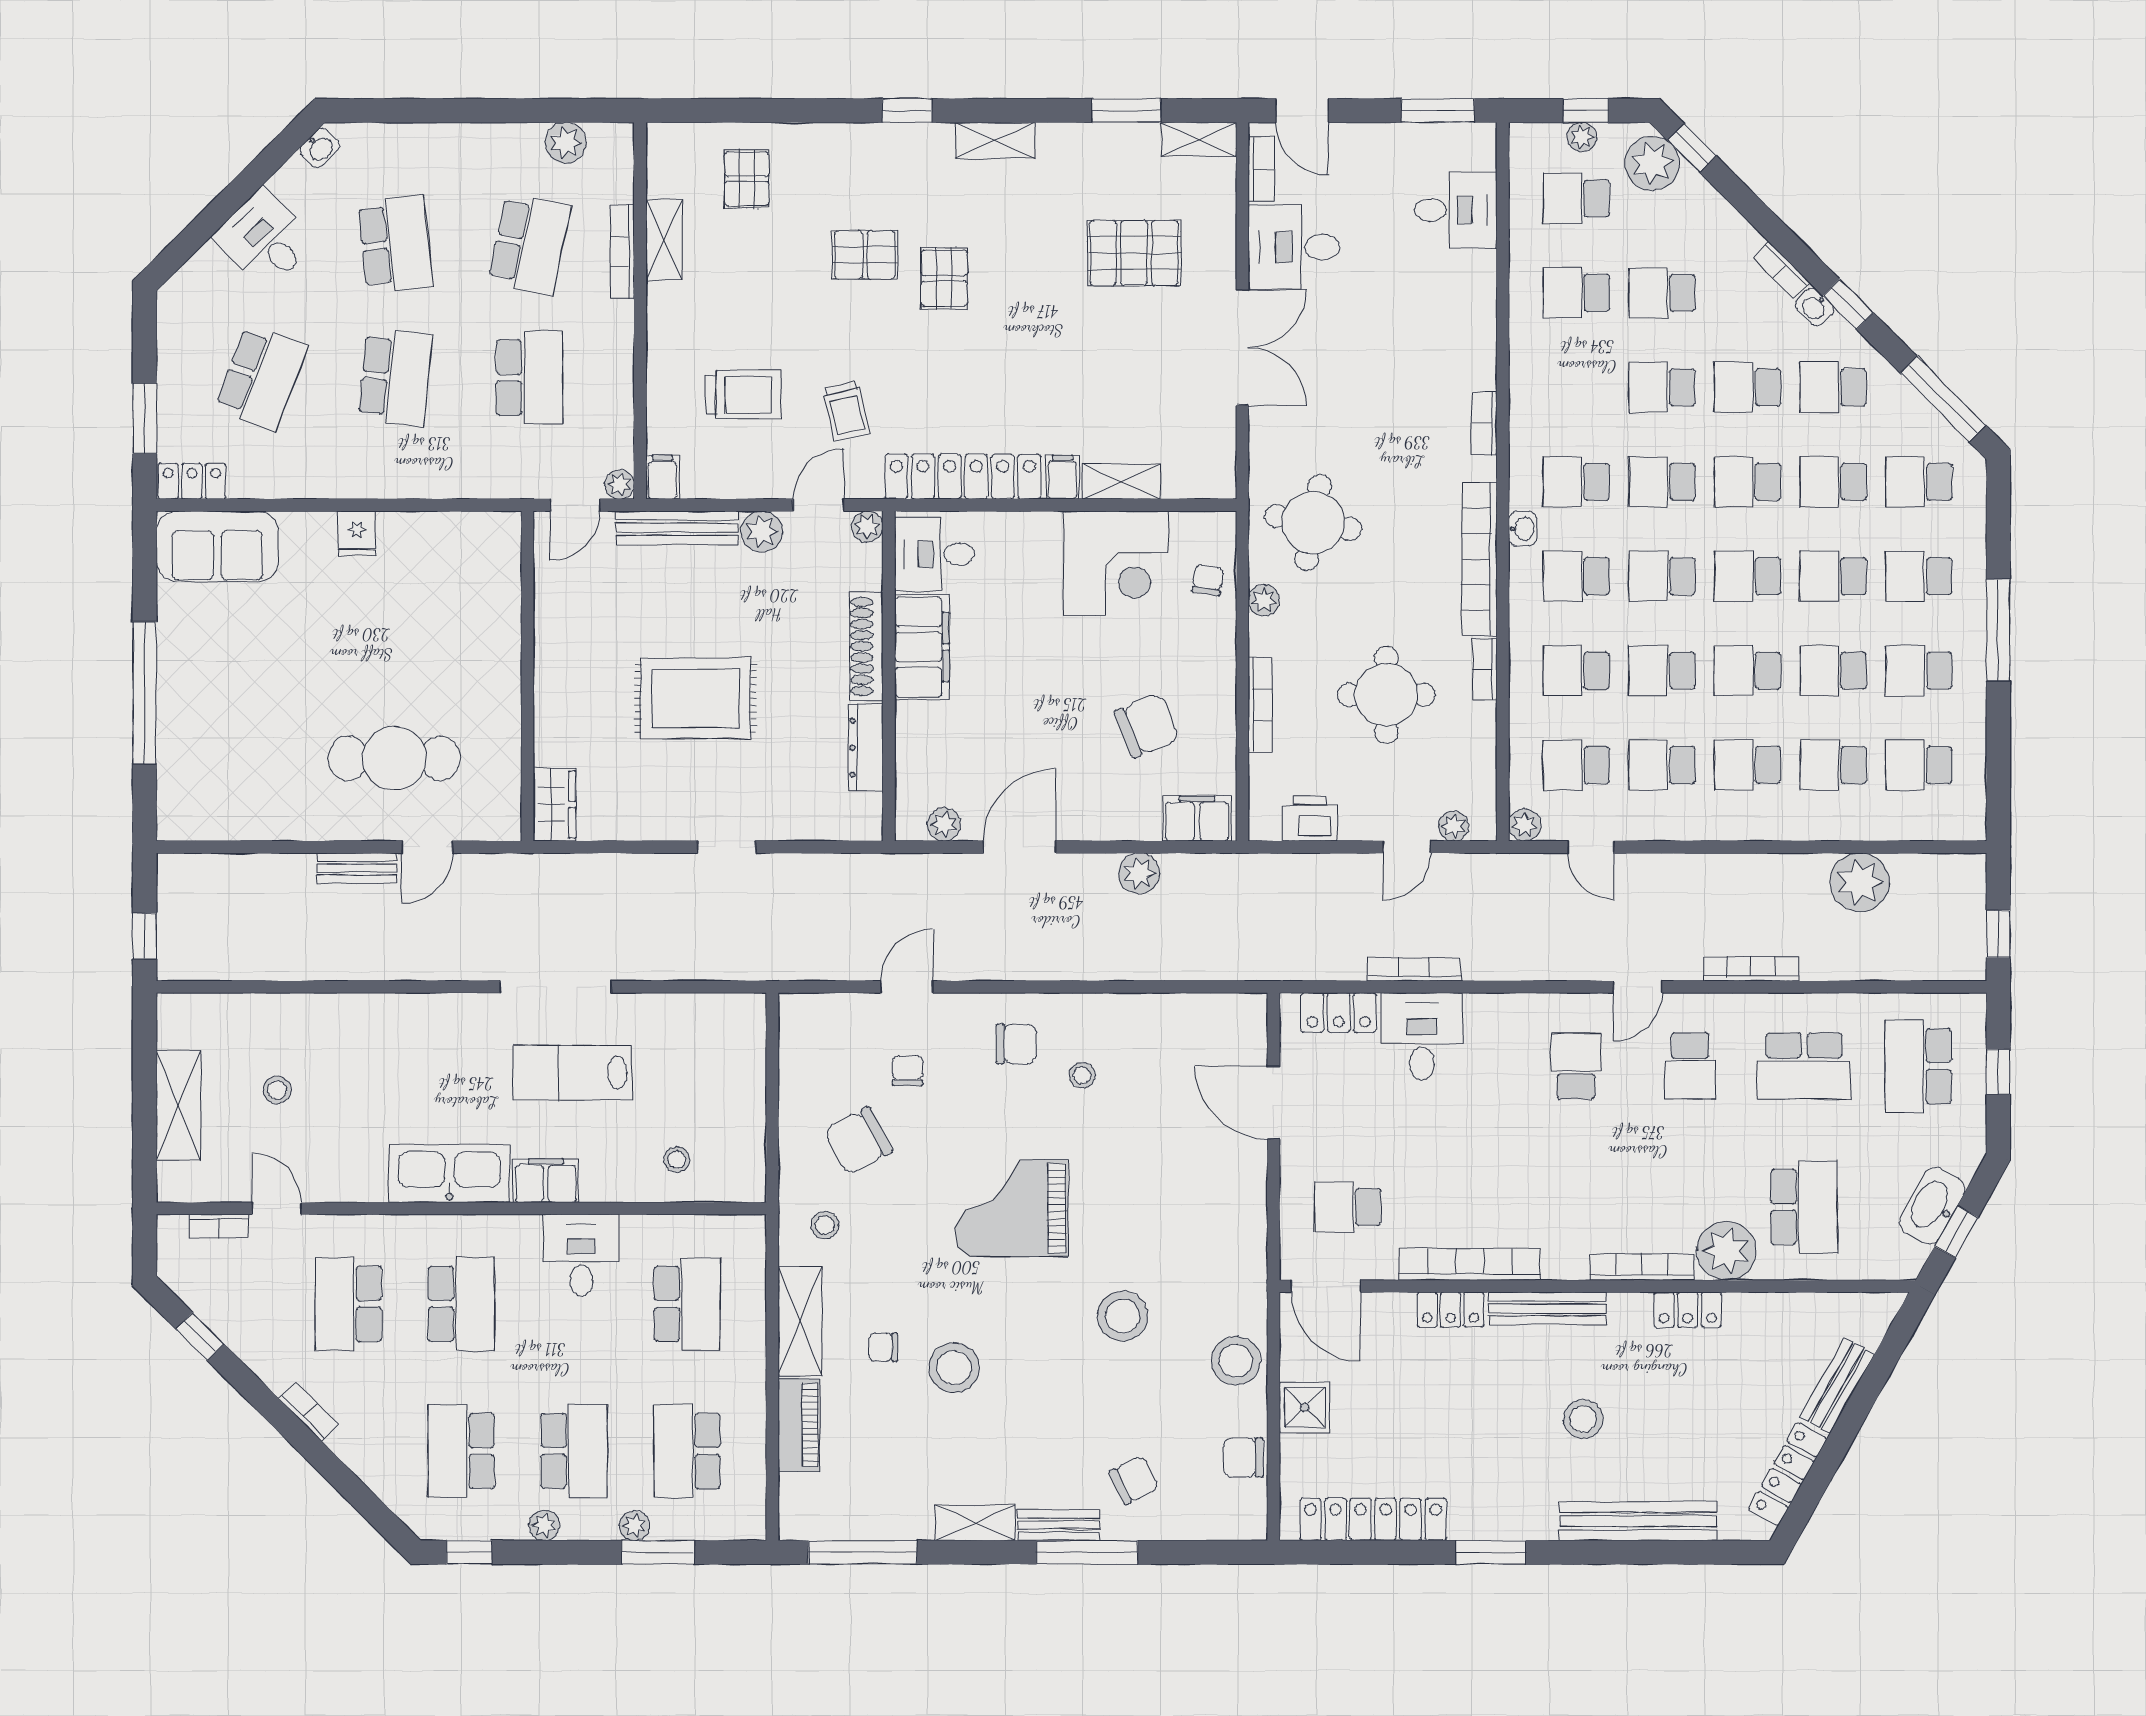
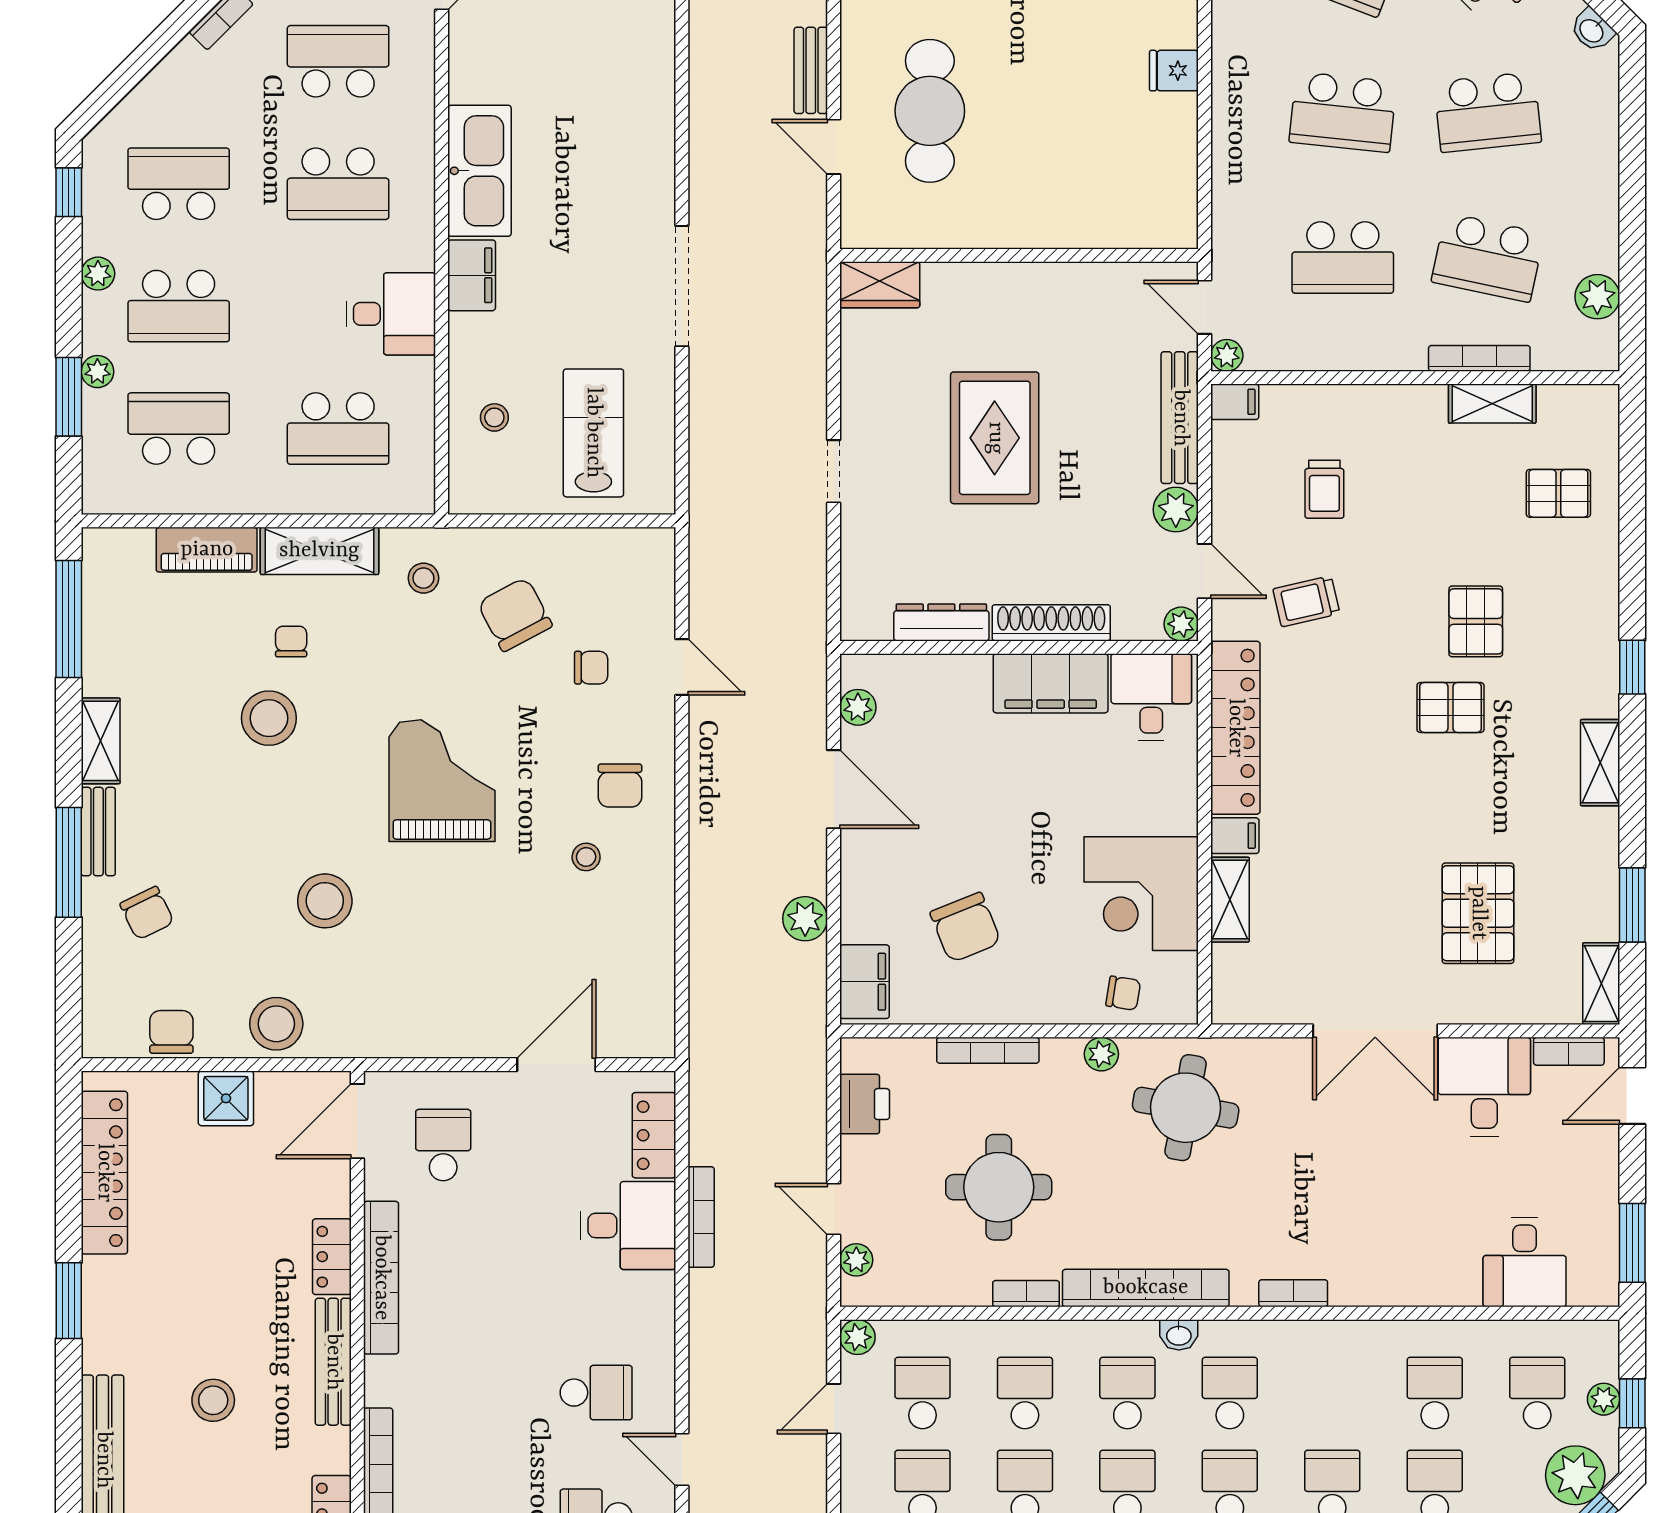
trolley: (743, 395) -> (1324, 489), width x0.73, depth x0.72
lab bench: (572, 1073) -> (593, 433), moved

